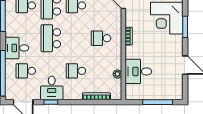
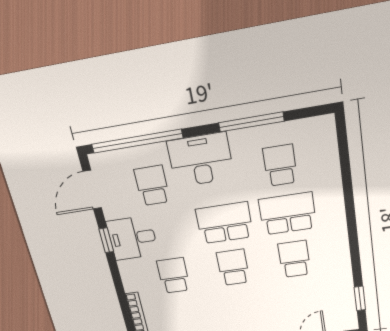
school desk: (101, 38) -> (233, 267), moved
desk: (17, 48) -> (201, 160), width x1.37

